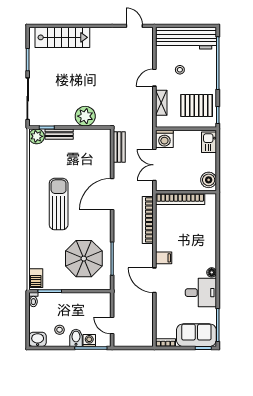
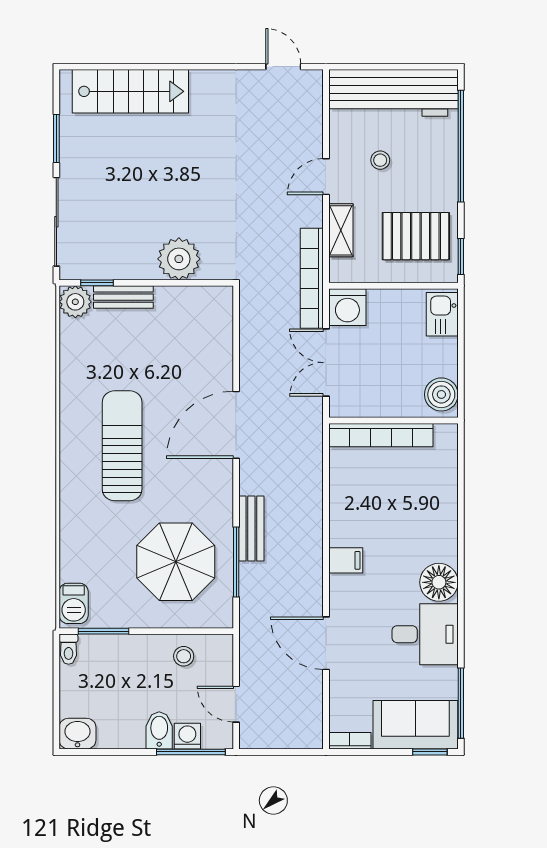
bench: (119, 147) -> (251, 528), moved
bookcase: (148, 220) -> (312, 278), moved
floor lamp: (212, 272) -> (439, 582), width x1.89, depth x1.89
door: (154, 280) -> (326, 643), moved
stool: (60, 330) -> (184, 656), moved

